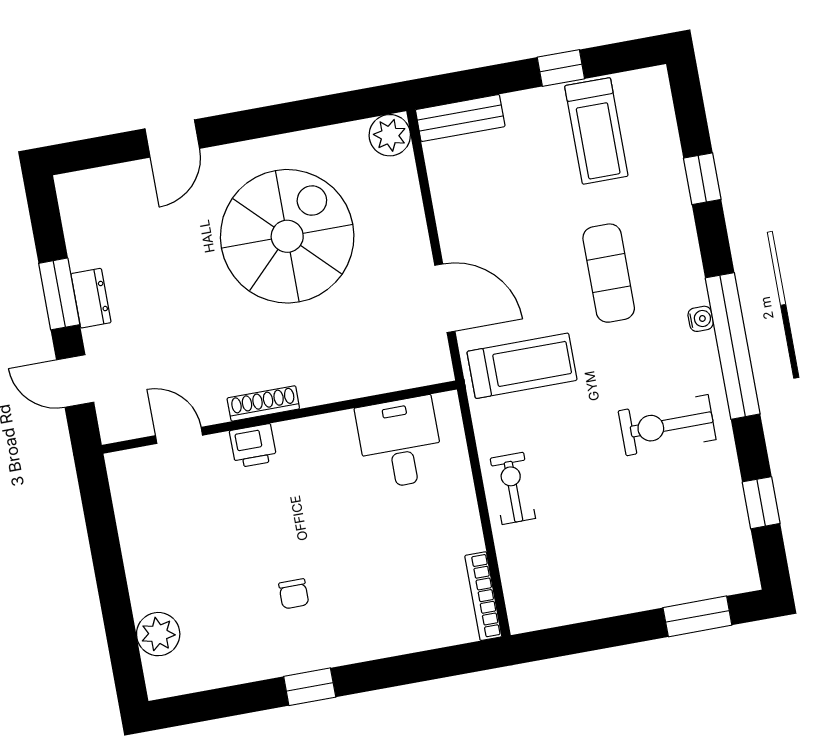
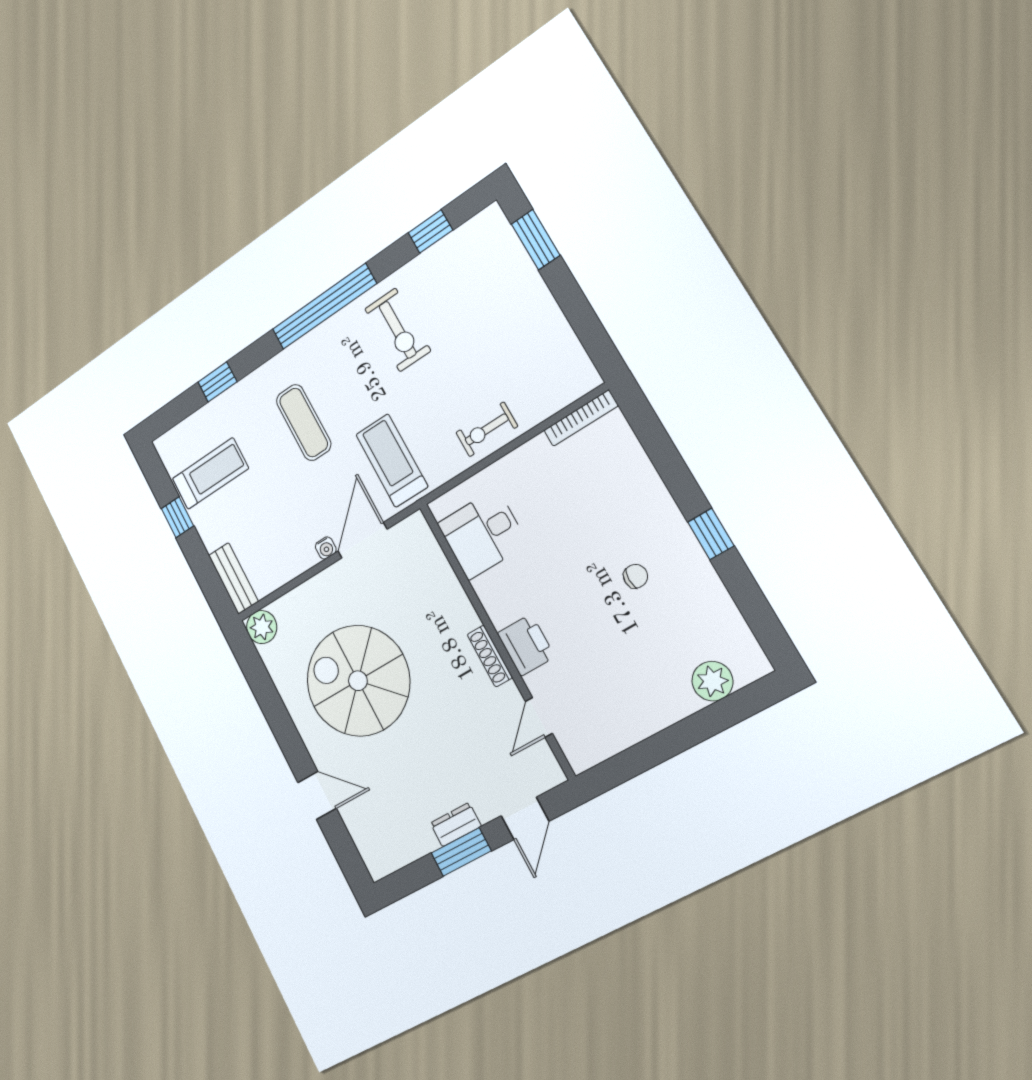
exercise mat: (609, 273) -> (304, 422), turned 90
water cooler: (701, 319) -> (326, 548), moved, turned 180
printer: (253, 446) -> (526, 645), width x1.36, depth x1.24

